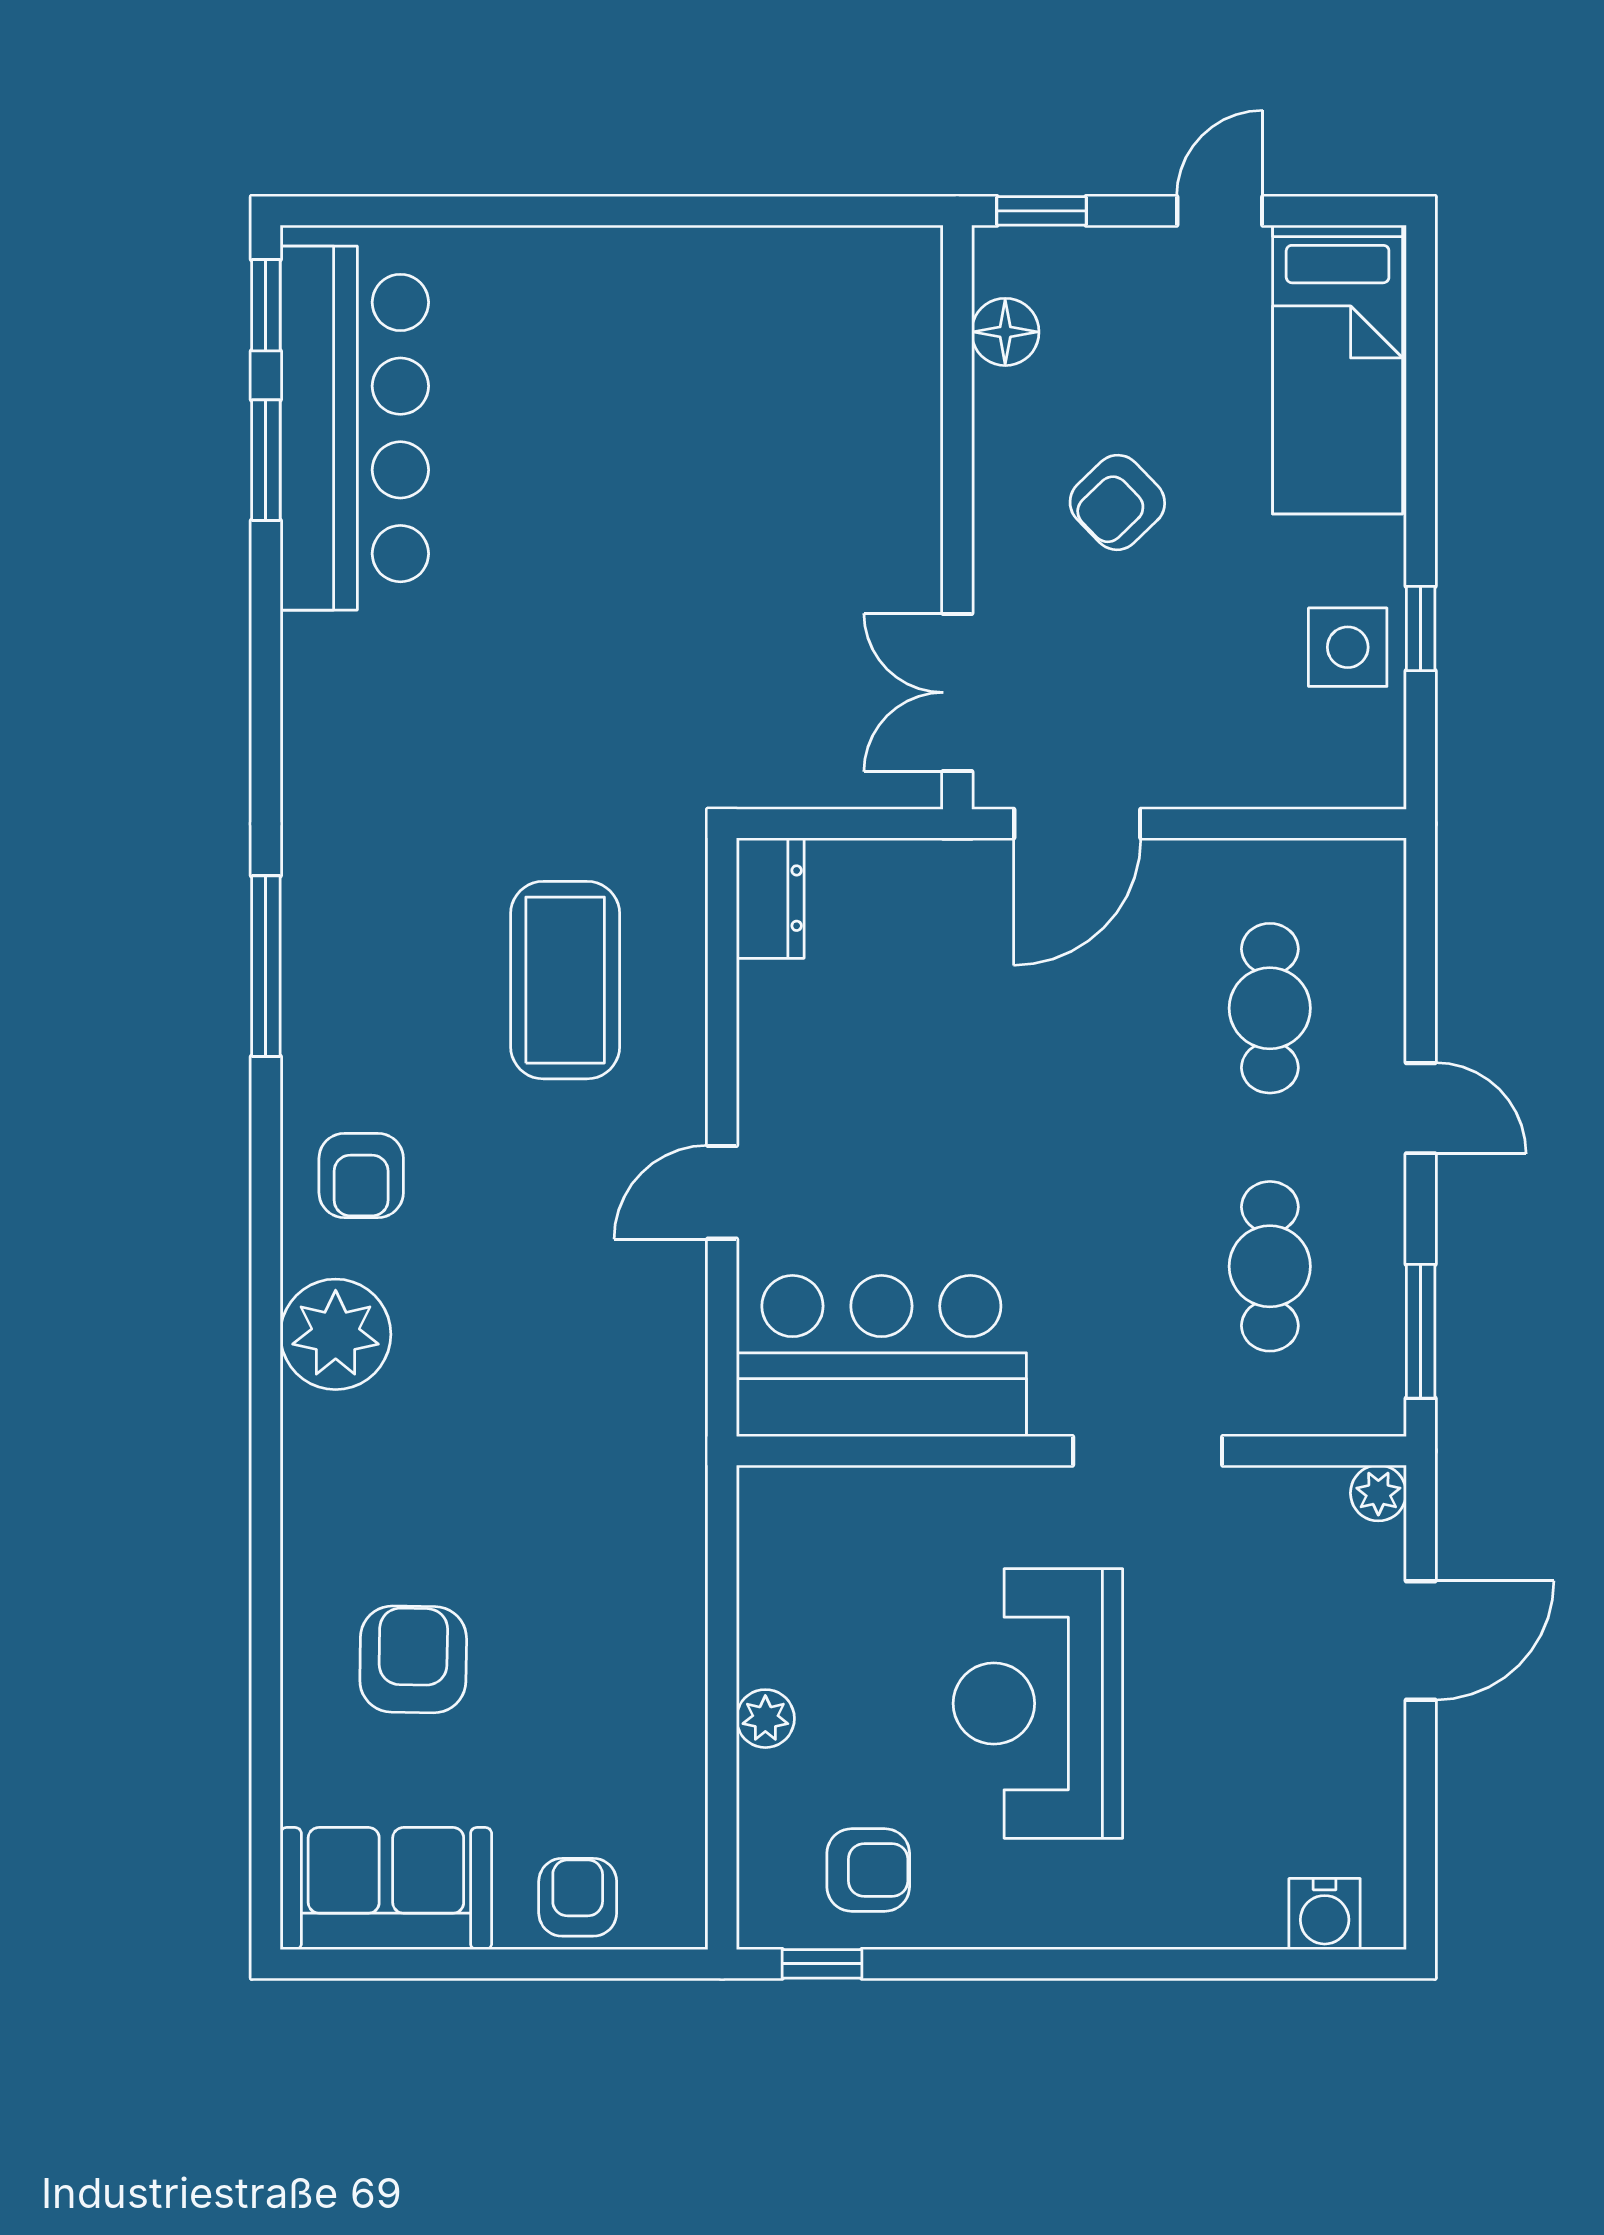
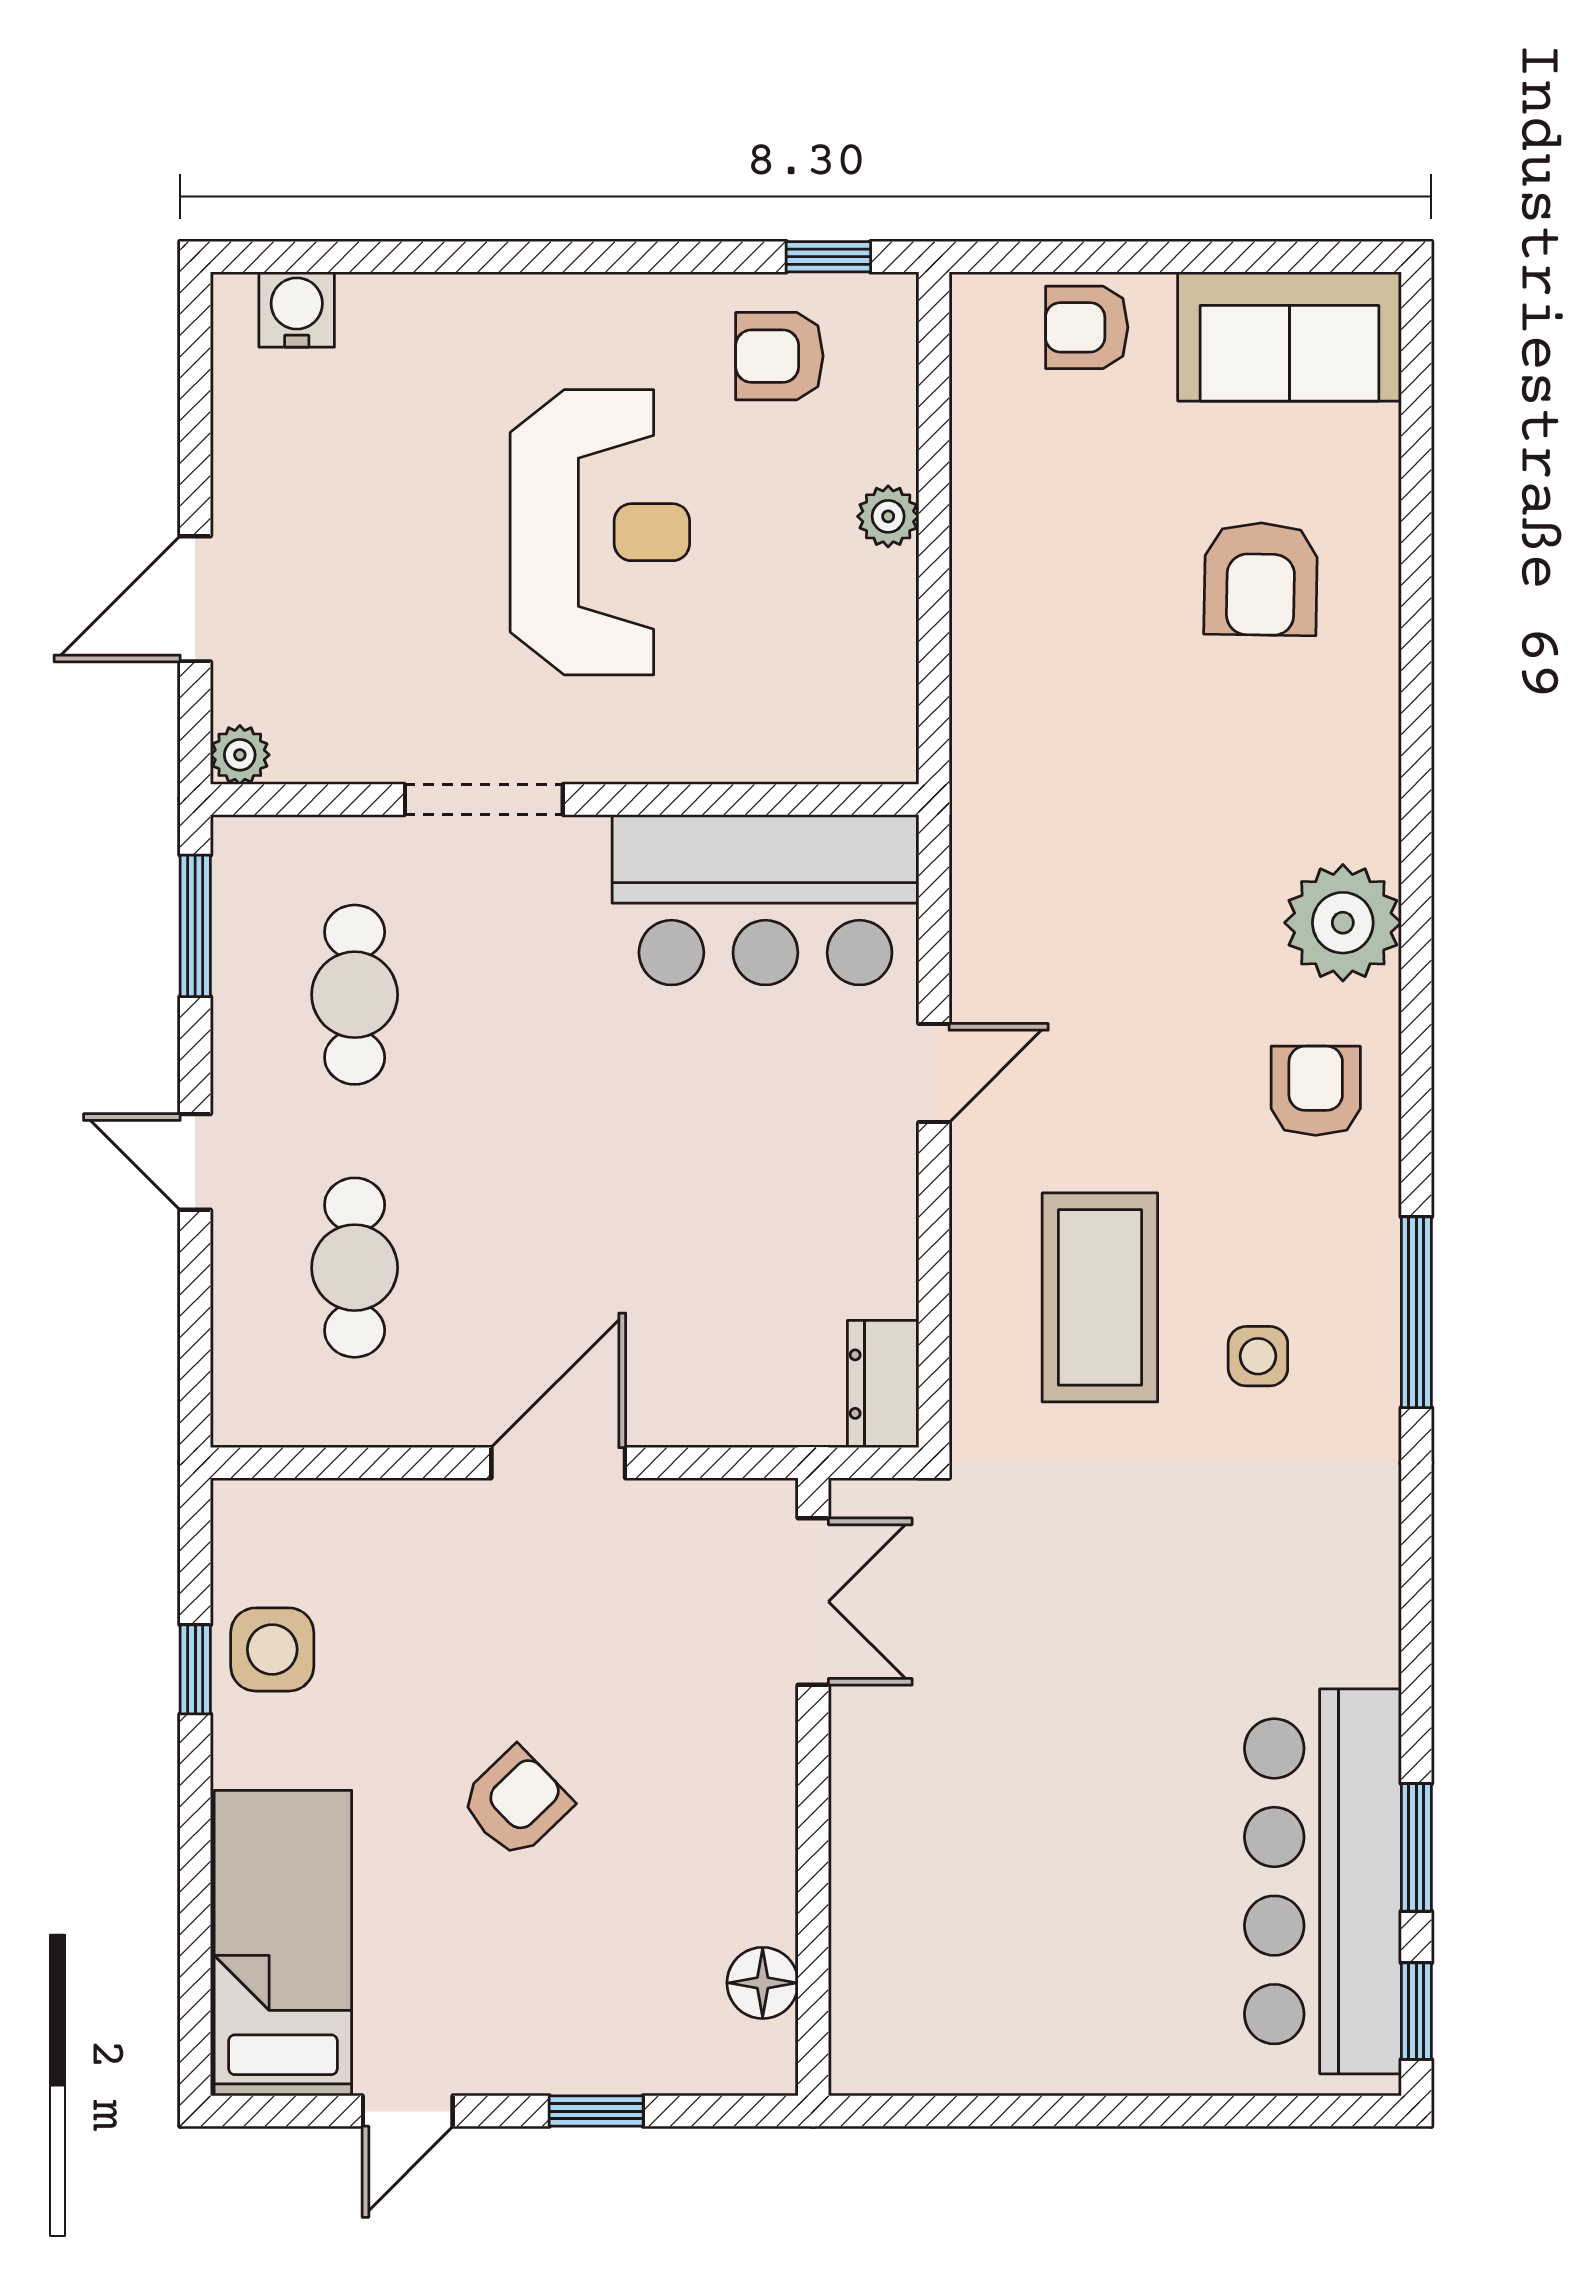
floor lamp: (1005, 332) -> (763, 1983), moved
wall: (957, 517) -> (813, 1787), moved
double door: (957, 692) -> (813, 1602), moved
side table: (416, 925) -> (1258, 1356), added
armchair: (578, 1897) -> (1087, 327), turned 90

